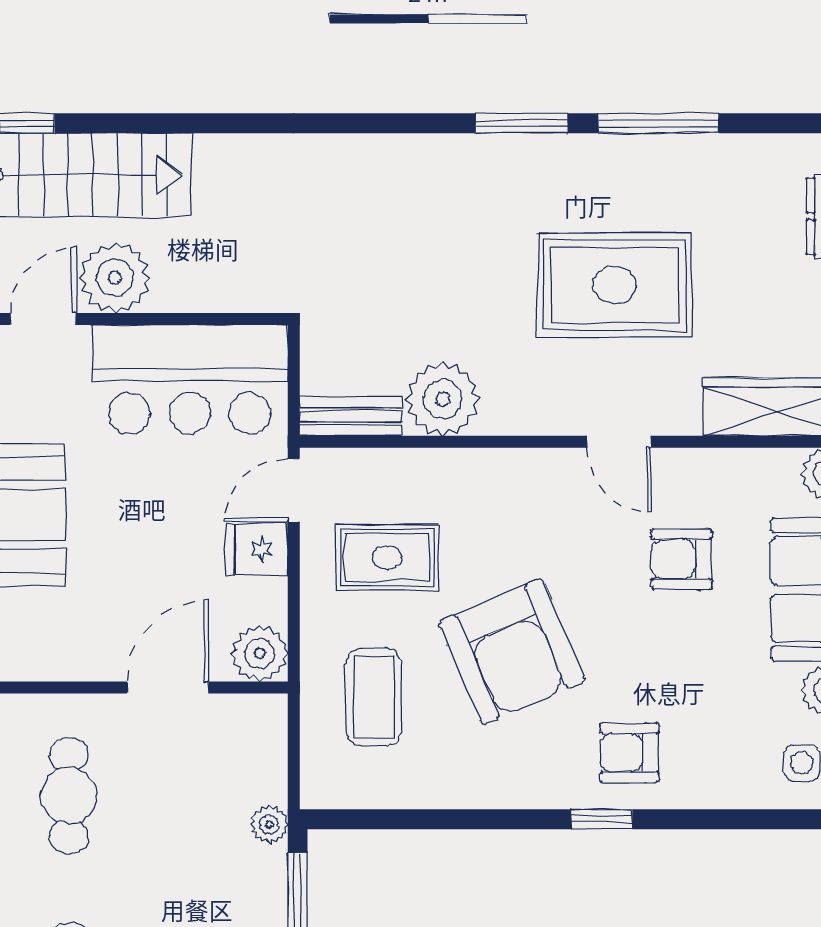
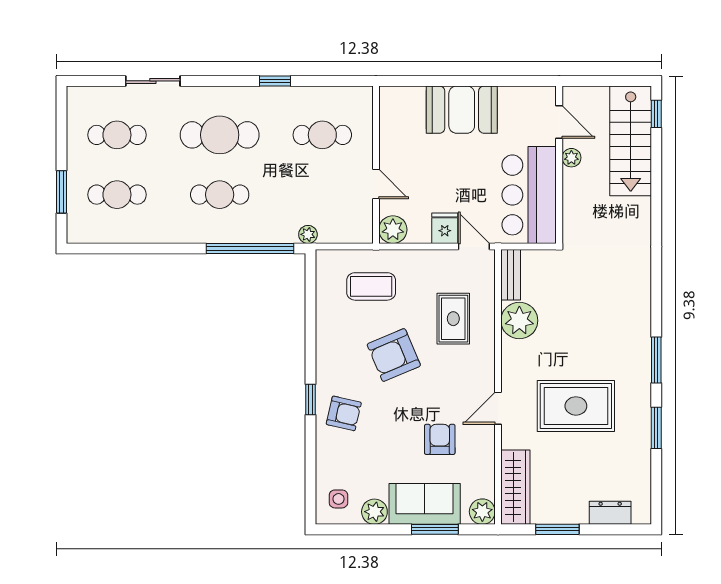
window: (659, 123) -> (656, 428), width x0.69
plant: (115, 278) -> (571, 158), width x0.53, depth x0.53
rug: (615, 285) -> (576, 406), turned 90
rug: (387, 557) -> (453, 319), moved
armchair: (512, 652) -> (394, 355), width x0.73, depth x0.73
door: (168, 688) -> (376, 184), width x0.73
armchair: (629, 752) -> (344, 413), turned 103

